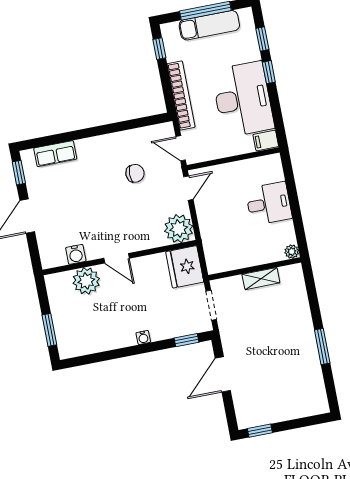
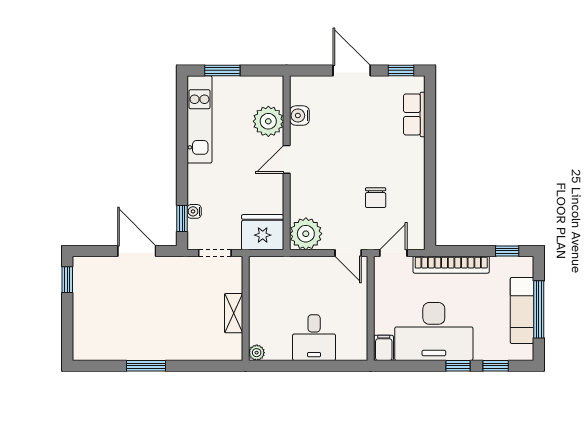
water cooler: (143, 337) -> (194, 211), moved
kitchen unit: (96, 342) -> (199, 119), added

